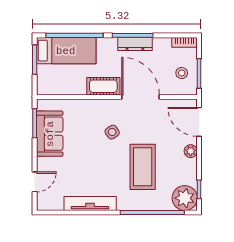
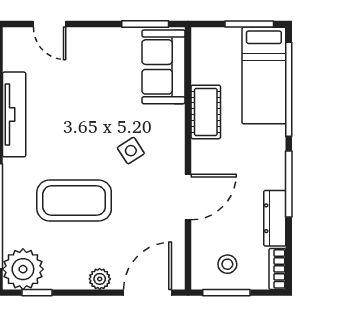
dresser: (135, 44) -> (275, 218), moved
cot: (103, 86) -> (206, 112), moved
door: (141, 97) -> (188, 197), width x0.73
sofa: (50, 134) -> (164, 67), moved, turned 90

